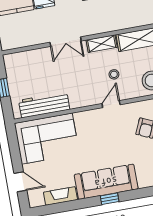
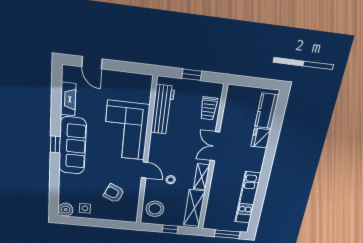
trolley: (30, 61) -> (209, 108), added
corner sofa: (47, 139) -> (126, 131), moved
door: (20, 182) -> (92, 63), hinge flipped

